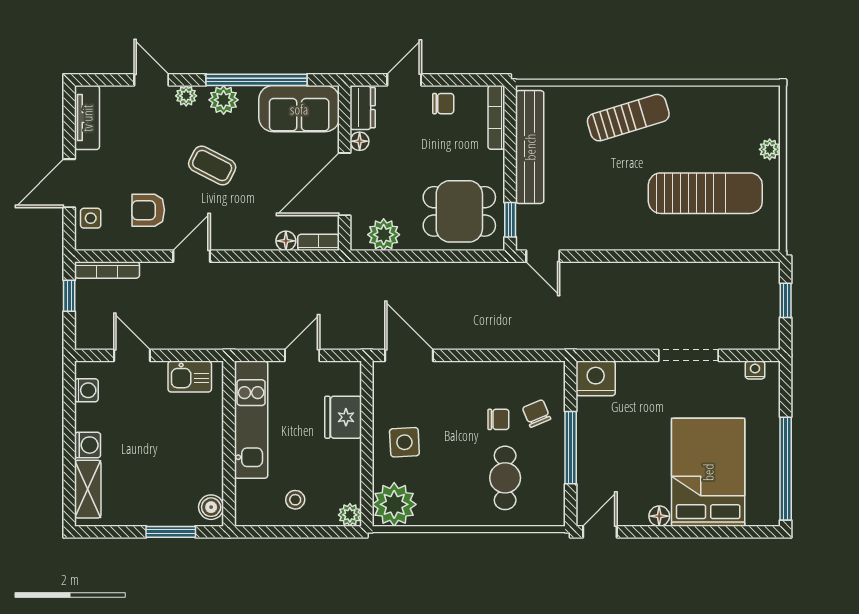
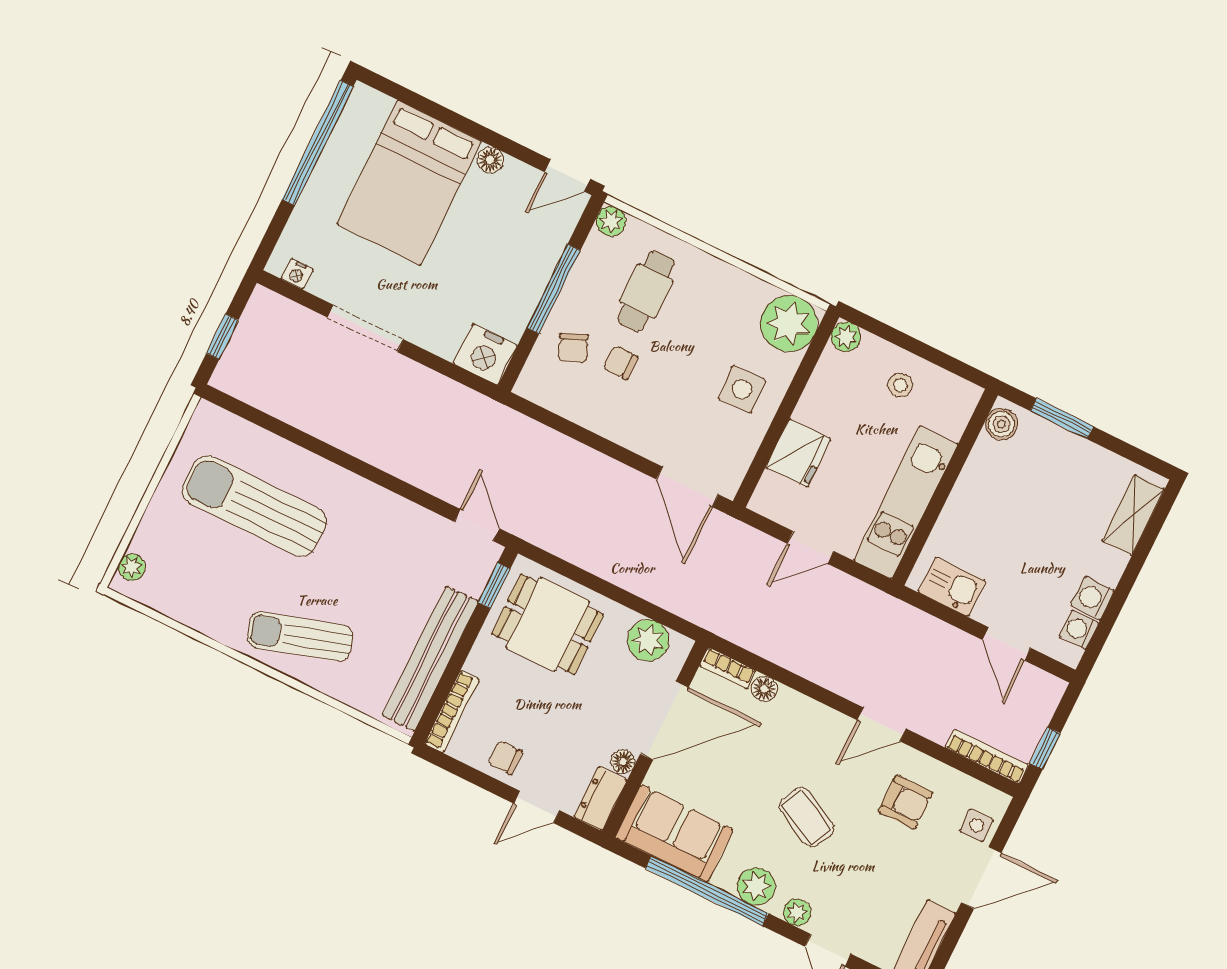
plant: (770, 149) -> (132, 567), moved
washing machine: (88, 445) -> (1093, 598), moved
plant: (554, 515) -> (611, 221), added

